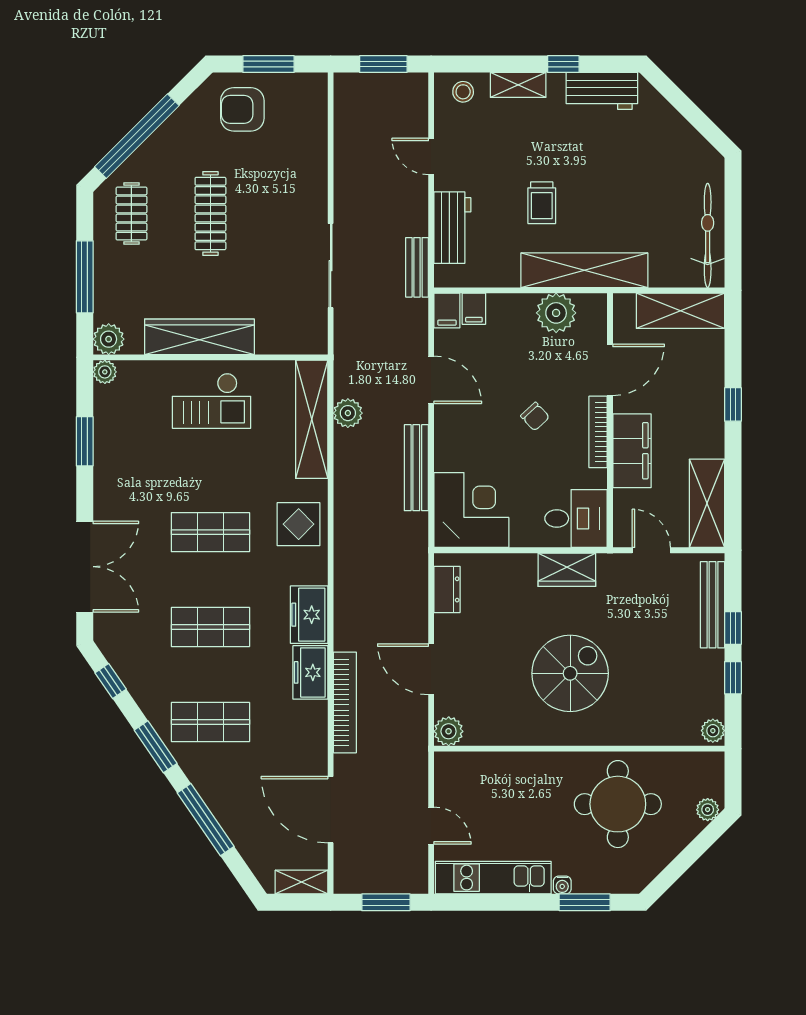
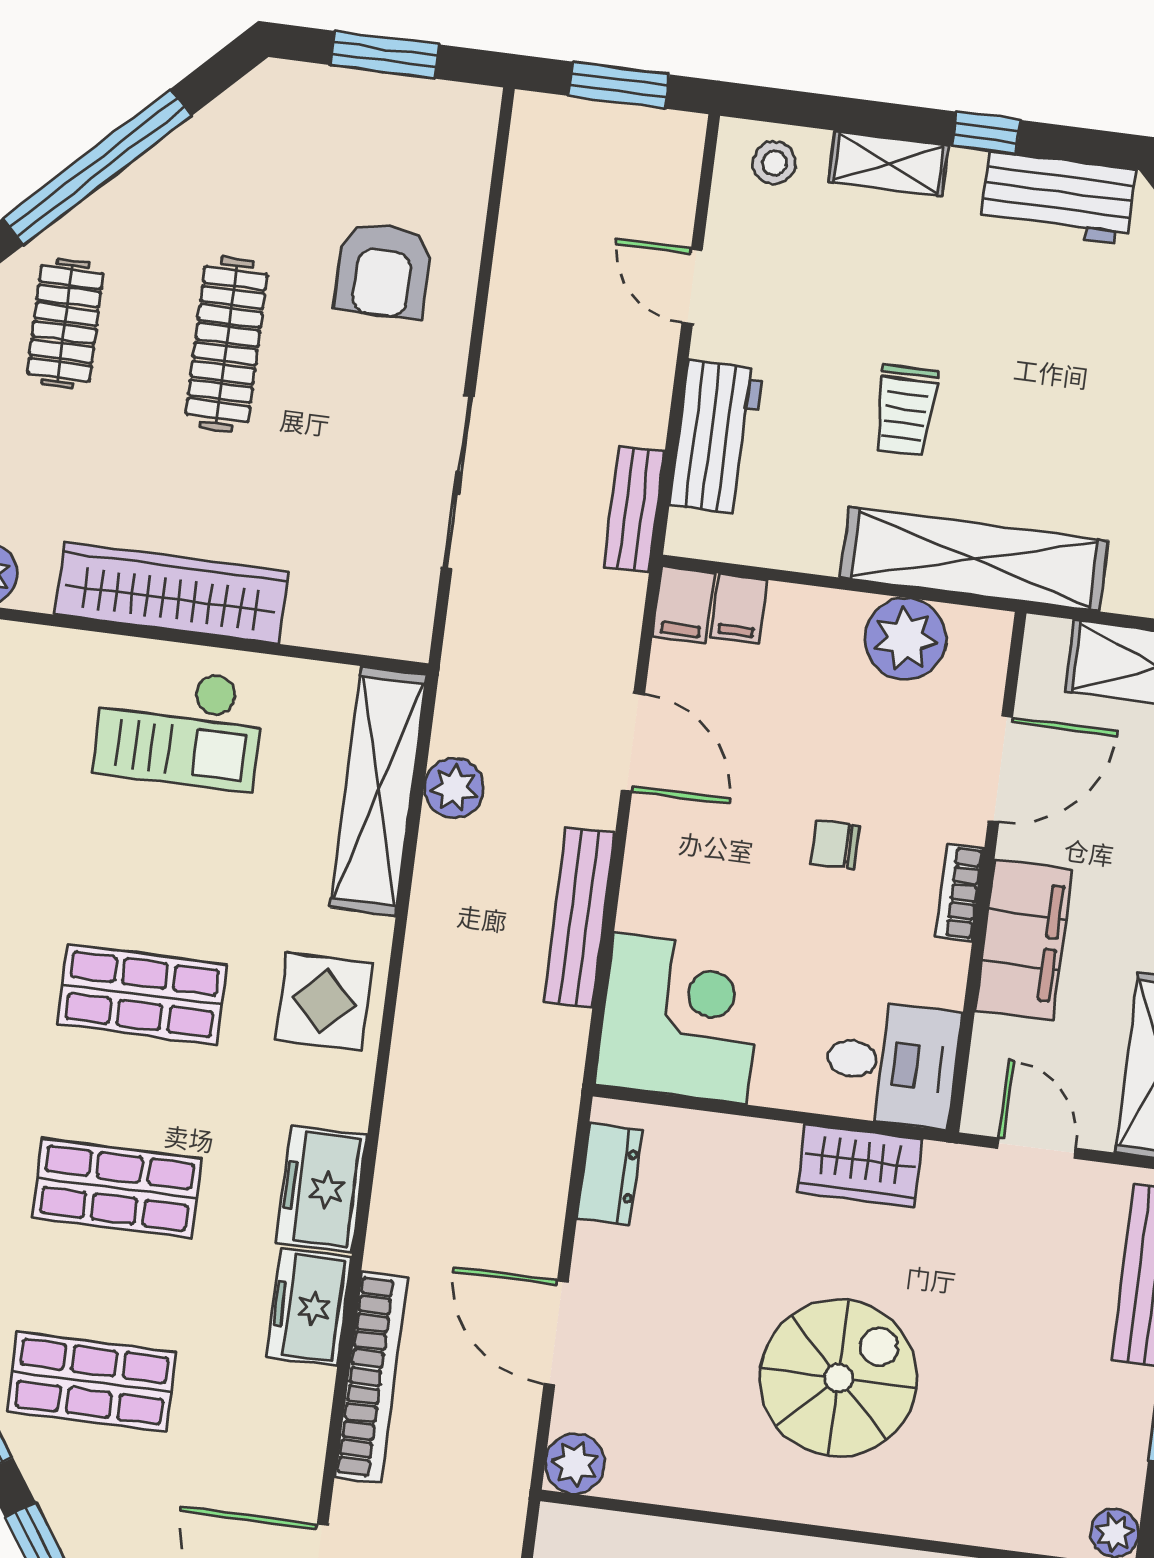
armchair: (242, 109) -> (383, 270), moved, turned -90
chair: (535, 416) -> (835, 844), turned 133
bookcase: (598, 432) -> (960, 893), width x0.64

